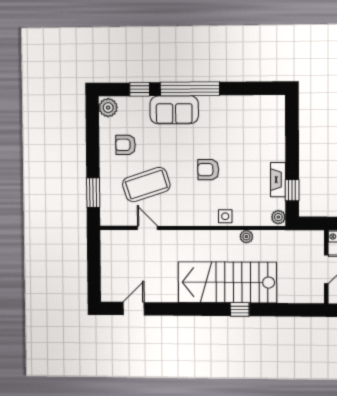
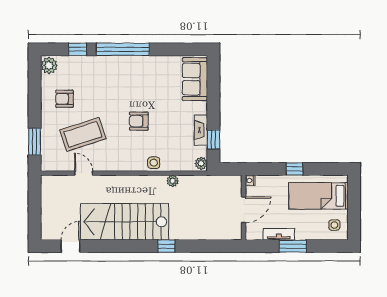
sofa: (174, 110) -> (195, 79), moved, turned 90
stairs: (227, 282) -> (125, 222), moved

